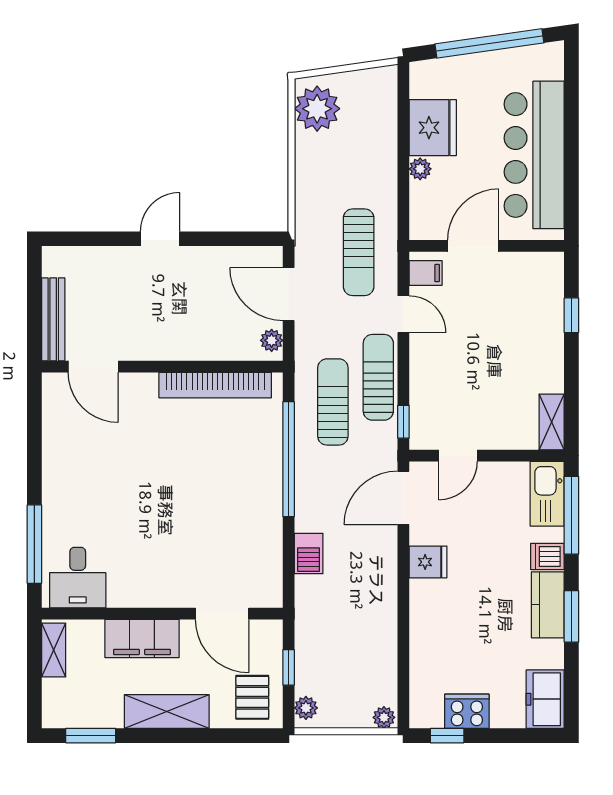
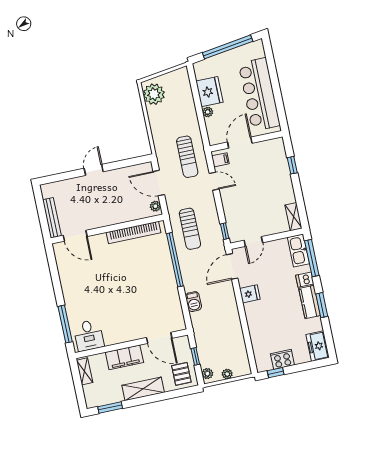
sun lounger: (378, 377) -> (209, 213), removed
sun lounger: (333, 402) -> (190, 229), turned 180
plant: (384, 717) -> (227, 374), moved

